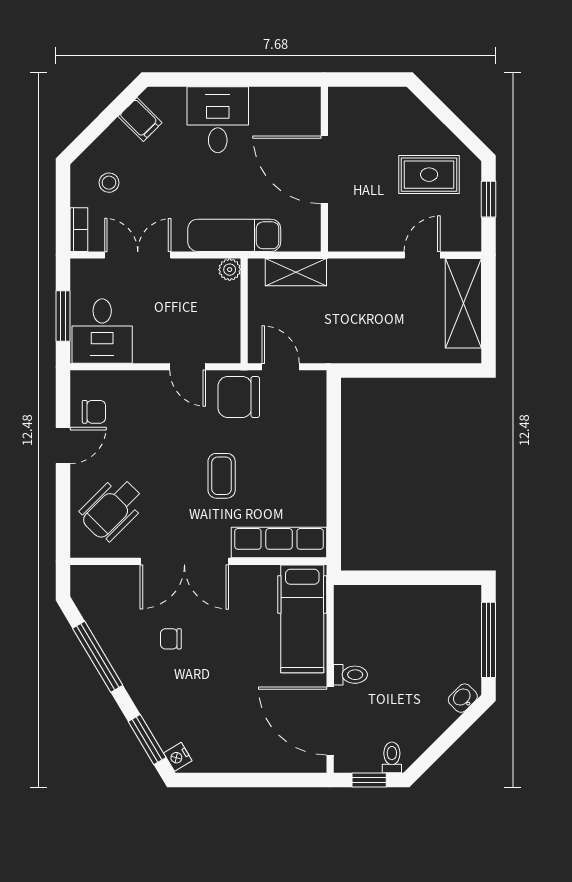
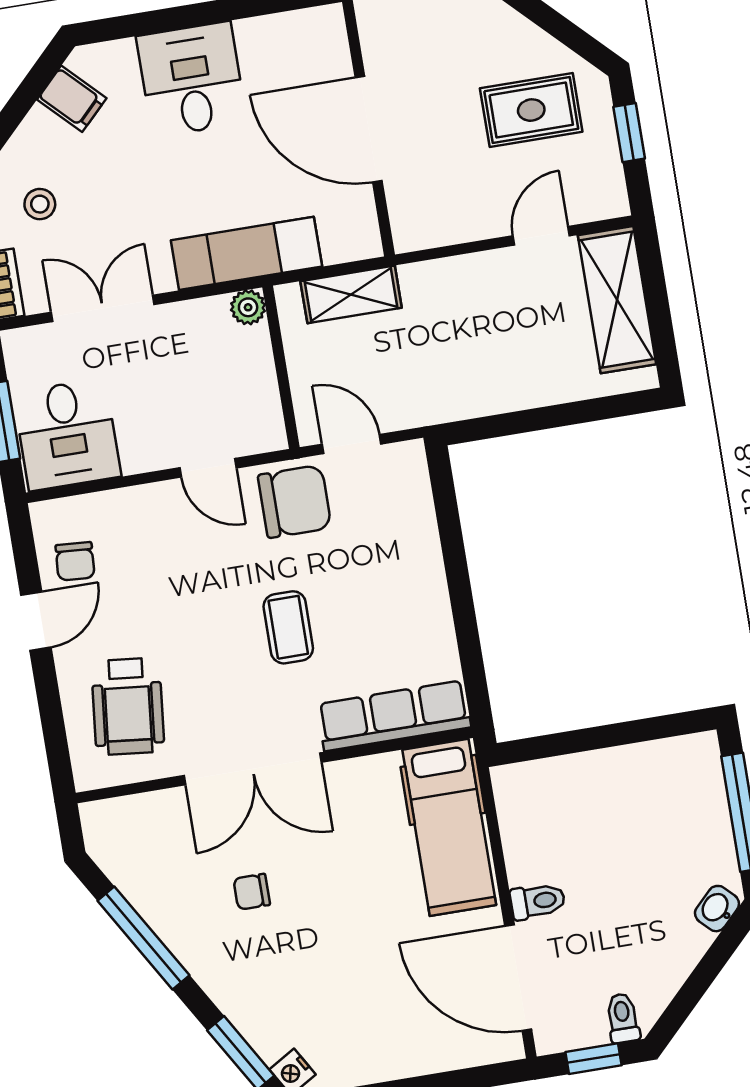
chair: (239, 397) -> (295, 501), turned 180
chair: (94, 412) -> (75, 561), turned 94
wheelchair: (112, 509) -> (128, 706), turned -39

